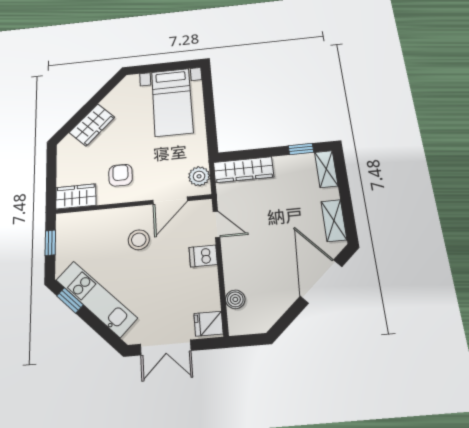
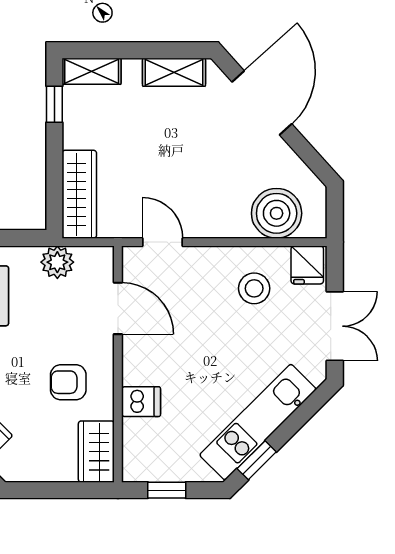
plant: (199, 176) -> (57, 262), moved
door: (217, 224) -> (163, 242), hinge flipped
stool: (139, 240) -> (254, 288), moved
dishwasher: (203, 256) -> (141, 402), moved, turned -90
door: (321, 281) -> (262, 103), swing flipped
boiler: (235, 299) -> (277, 213), width x1.86, depth x1.86

